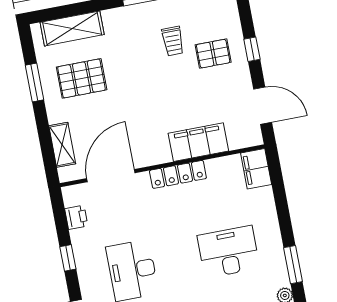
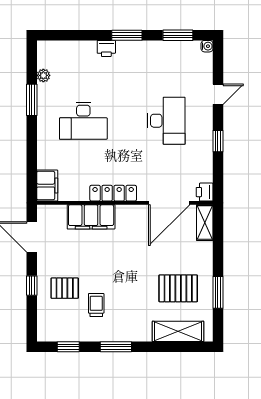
shelving: (62, 145) -> (205, 223), moved
printer: (76, 217) -> (205, 192), moved

